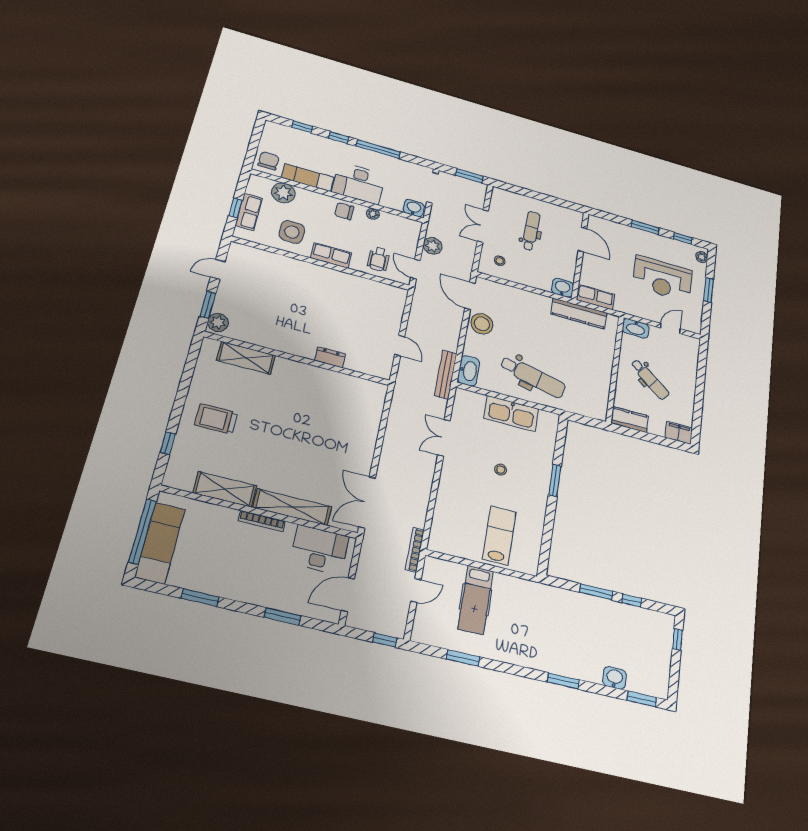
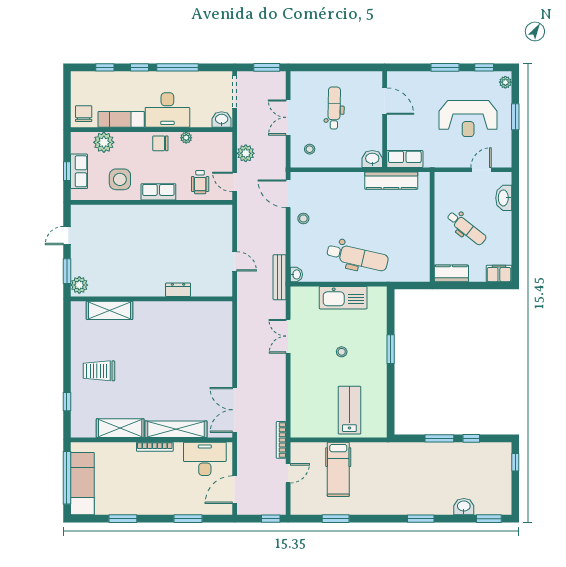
stool: (482, 324) -> (303, 218), width x0.53, depth x0.53
washbasin: (636, 328) -> (504, 198), moved, turned 90
washbasin: (469, 371) -> (296, 274), width x0.52, depth x0.69

